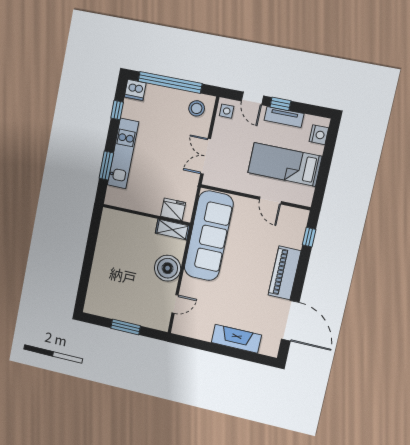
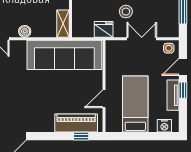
stool: (197, 108) -> (126, 12), moved
double door: (206, 156) -> (142, 39), moved
fridge: (173, 209) -> (104, 29), moved, turned -90
boiler: (168, 268) -> (25, 31), width x0.54, depth x0.54
piano: (285, 273) -> (76, 123), moved

